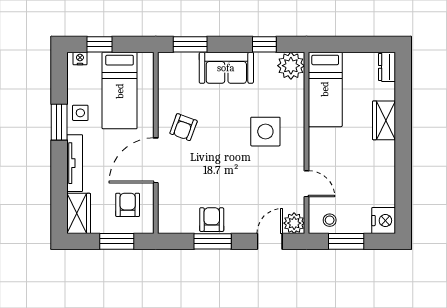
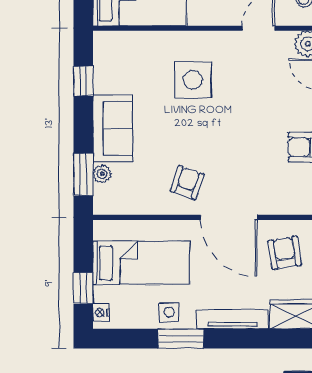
plant: (291, 66) -> (102, 174), moved, width x0.53, depth x0.53
armchair: (184, 127) -> (187, 183), turned -91
armchair: (128, 205) -> (285, 253), turned 81

